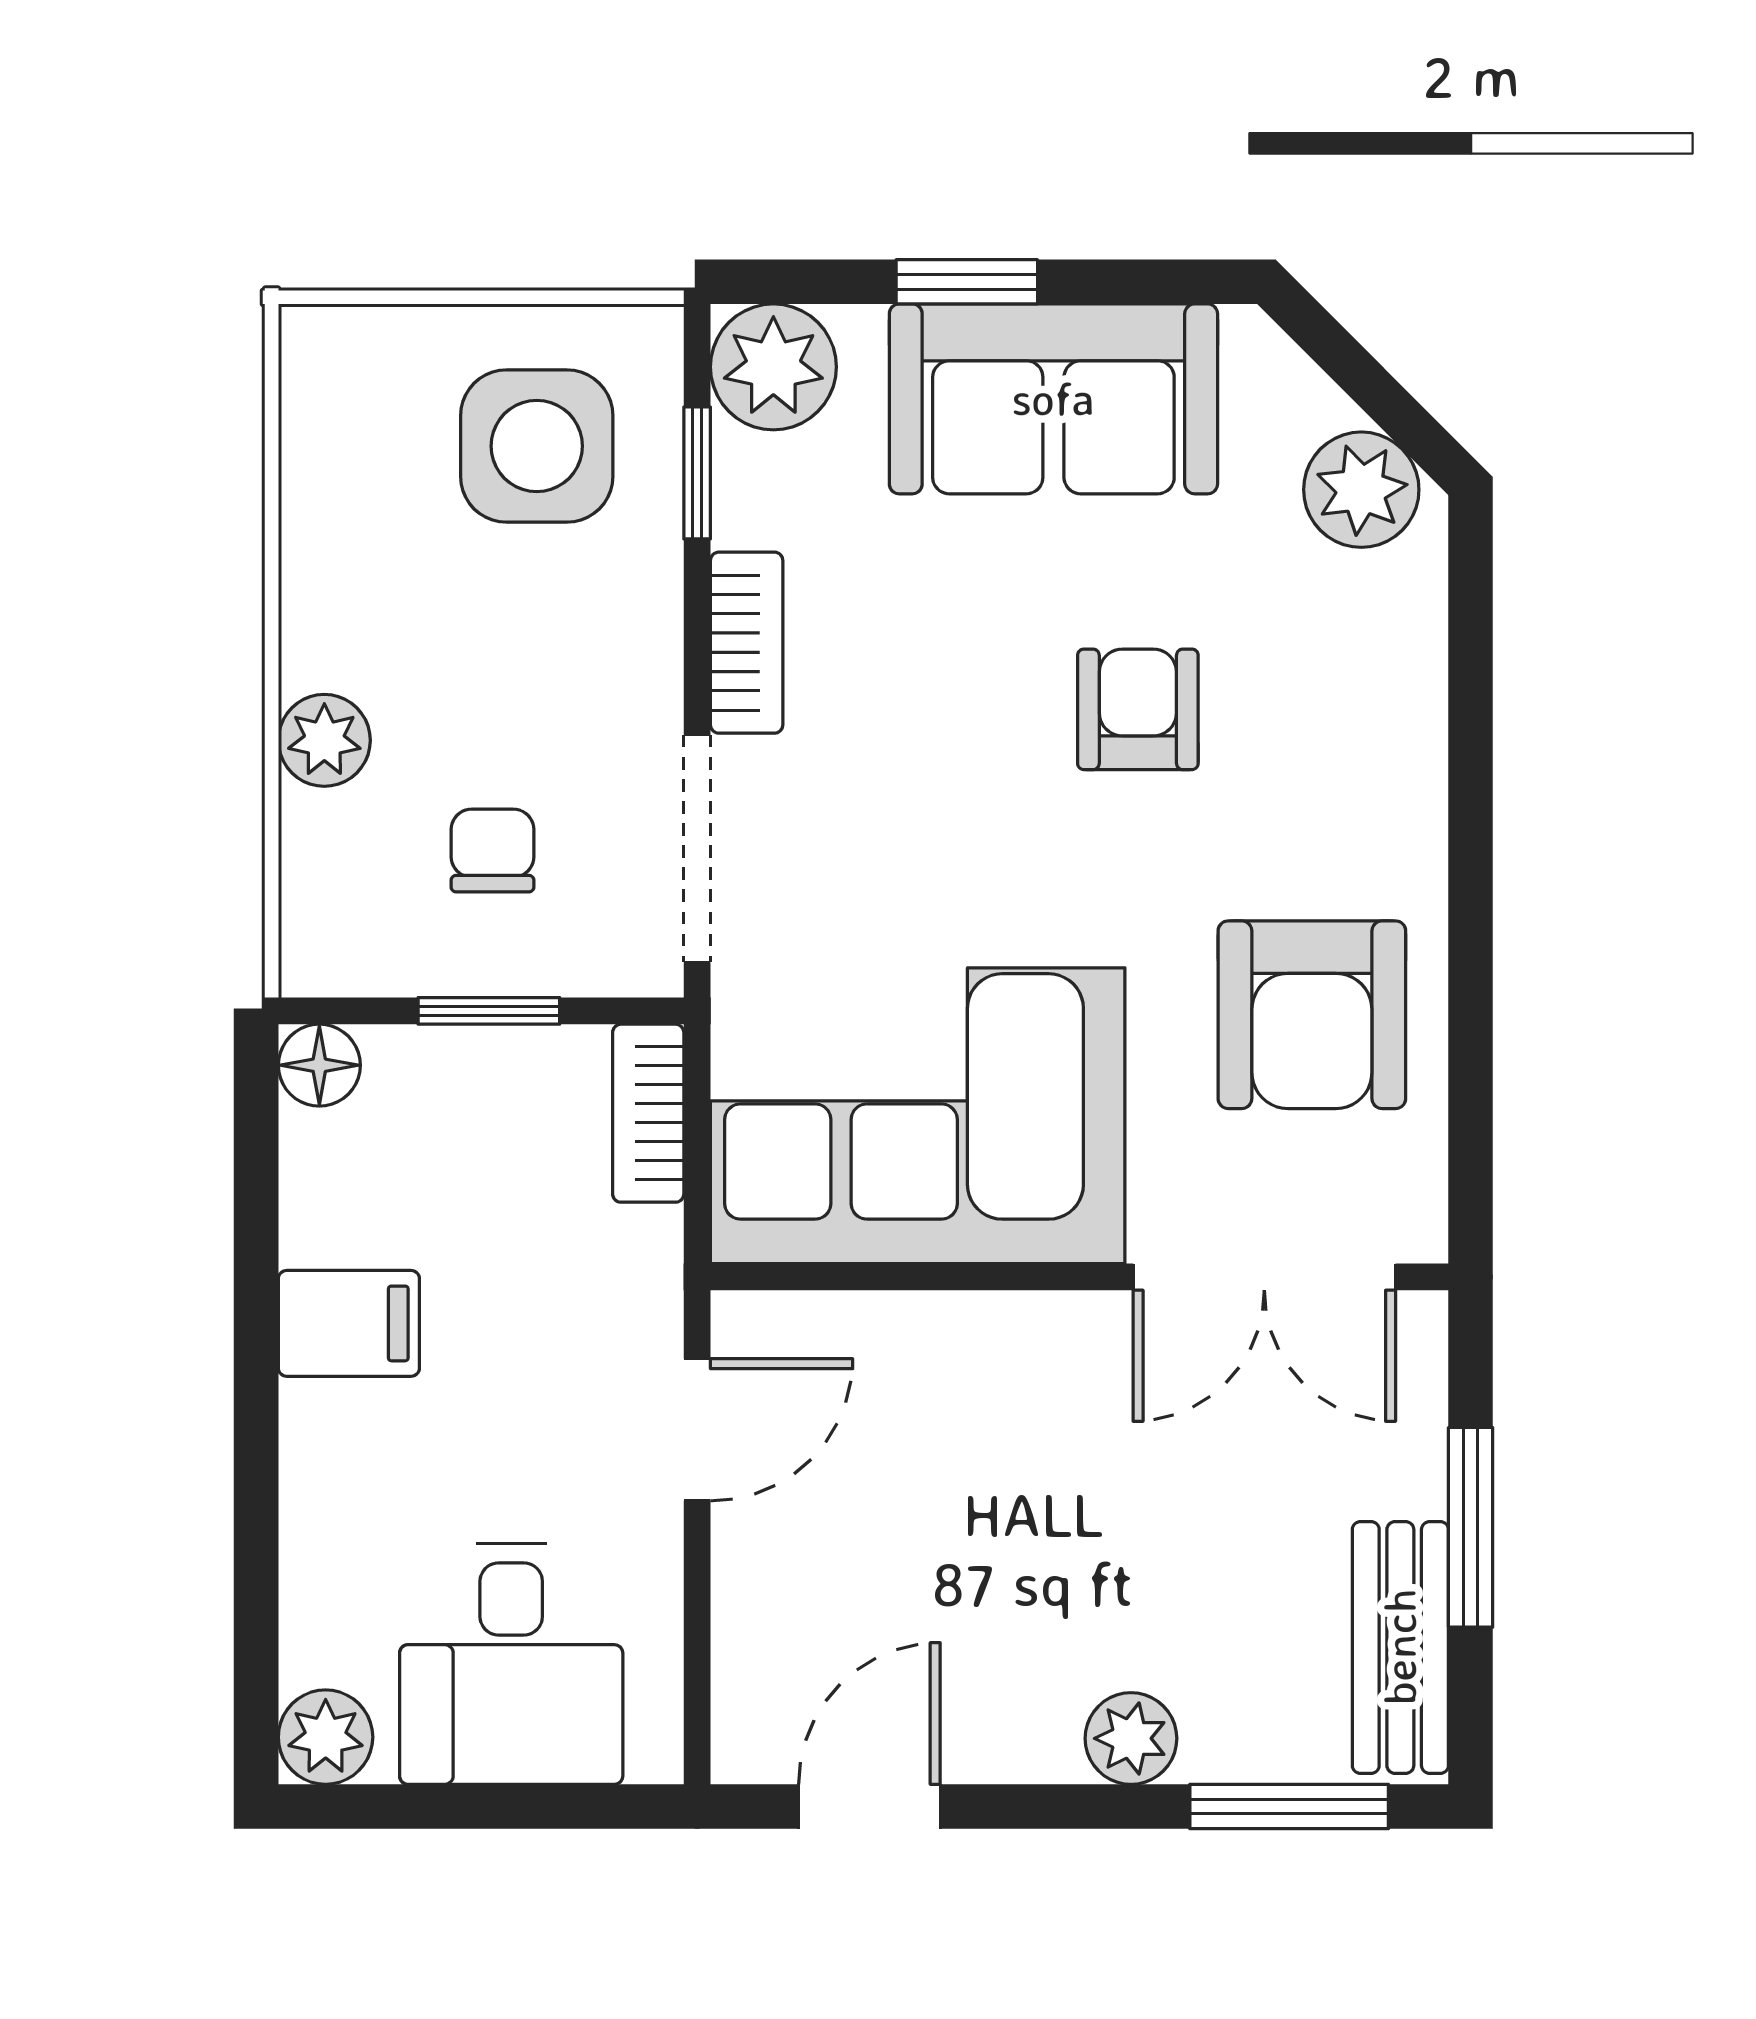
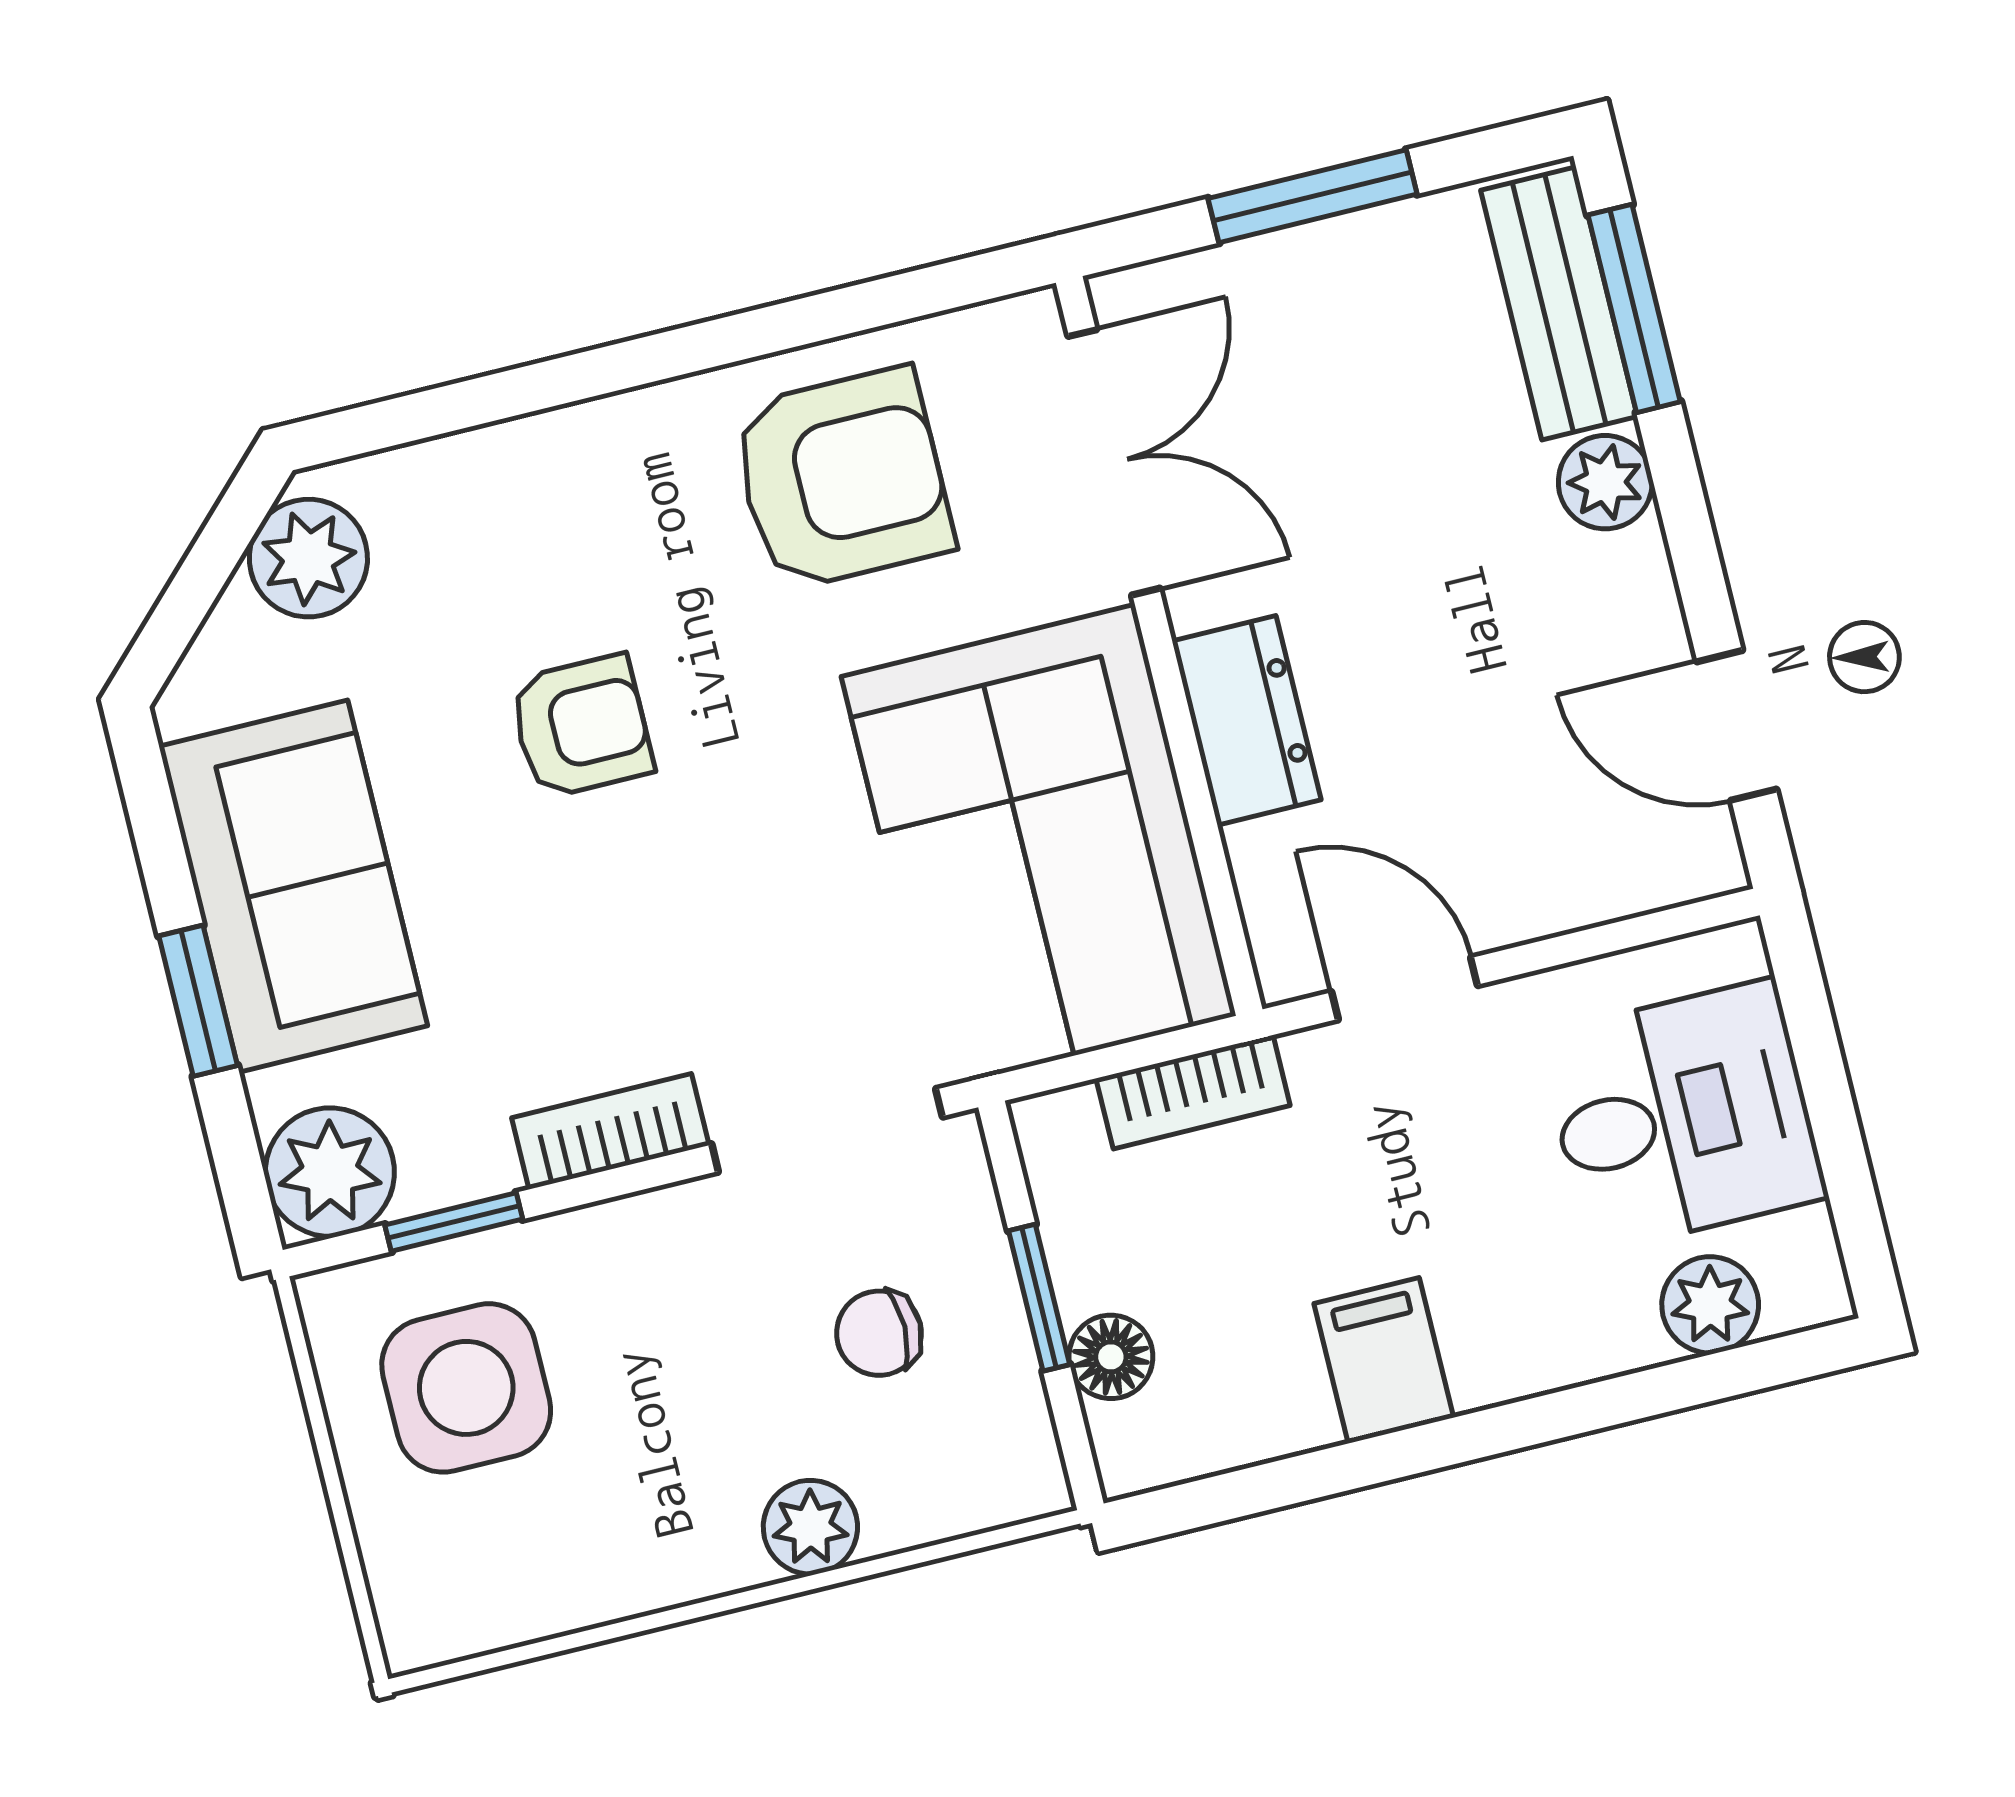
armchair: (1138, 709) -> (581, 726), turned 180
floor lamp: (319, 1065) -> (1111, 1357), moved
bookcase: (648, 1113) -> (1193, 1092), moved
dresser: (988, 1342) -> (1247, 720), added
bench: (1400, 1647) -> (1559, 303), moved, turned 90
plant: (326, 1737) -> (1710, 1305), moved

